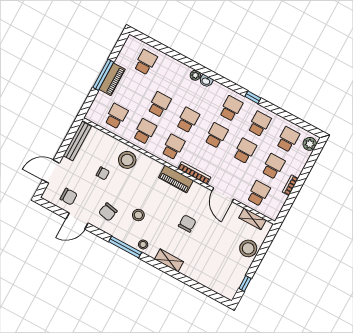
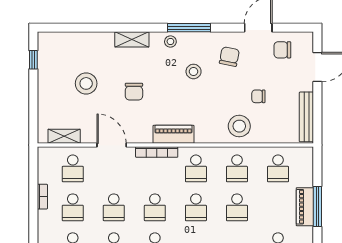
stool: (248, 248) -> (86, 83), moved

